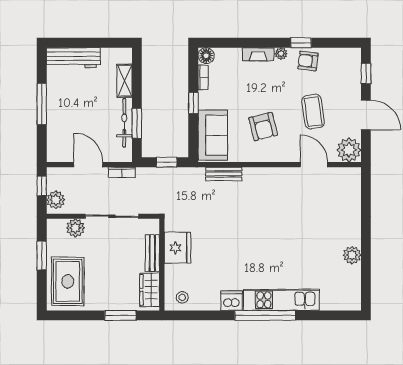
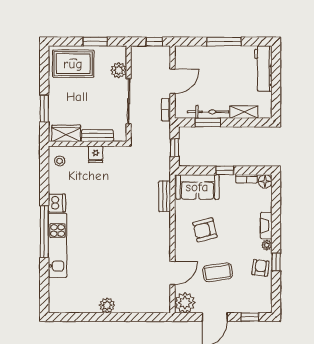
plant: (56, 200) -> (143, 53), removed
fridge: (177, 248) -> (96, 154), width x0.53, depth x0.75
plant: (352, 255) -> (107, 305), moved

